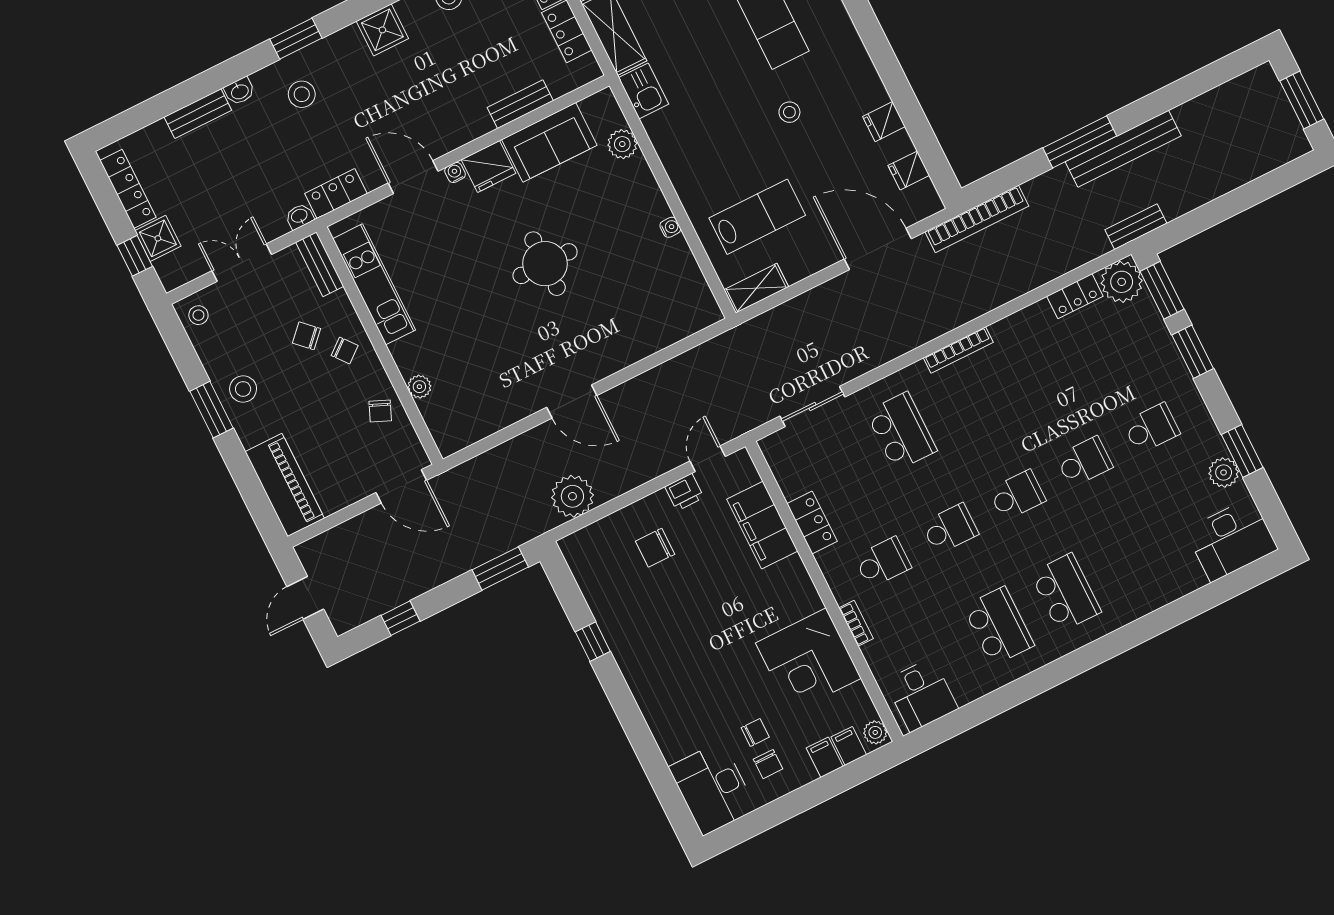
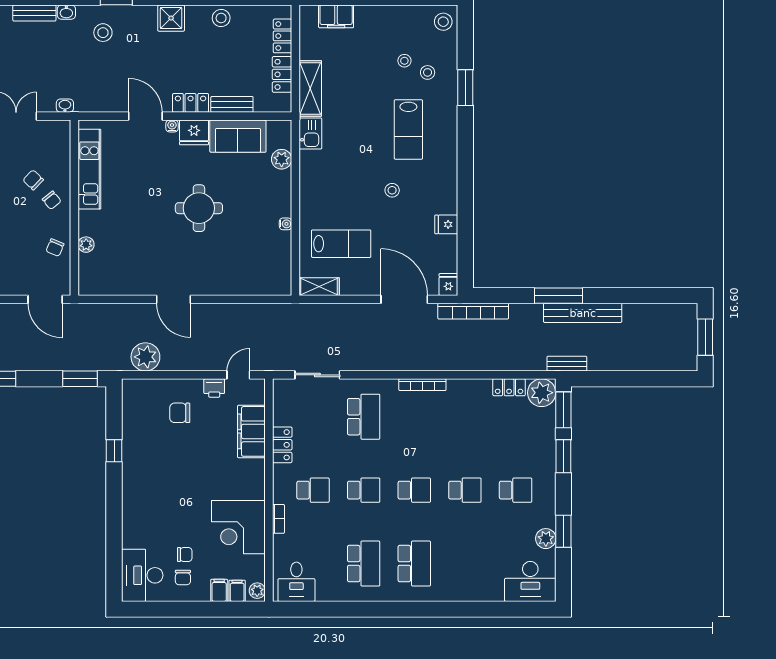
fridge: (909, 170) -> (448, 285), moved, turned 90
locker: (336, 194) -> (191, 103), moved
bench: (320, 264) -> (63, 141), removed

